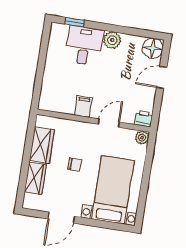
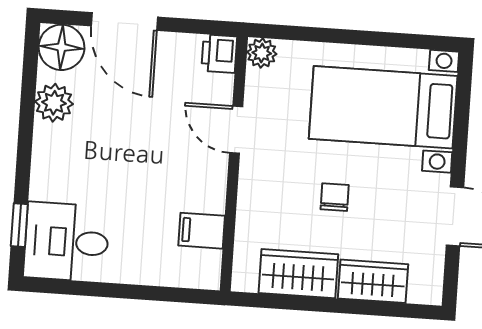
plant: (112, 40) -> (54, 103), moved
desk: (84, 46) -> (66, 242), moved
door: (162, 77) -> (124, 22), width x1.38
filing cabinet: (83, 107) -> (202, 231), moved

